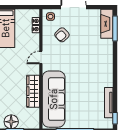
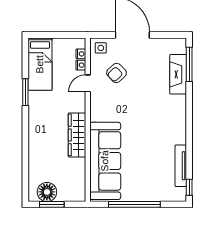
fireplace: (107, 24) -> (178, 74), moved
door: (41, 57) -> (88, 83), moved
wardrobe: (33, 91) -> (77, 135), moved

